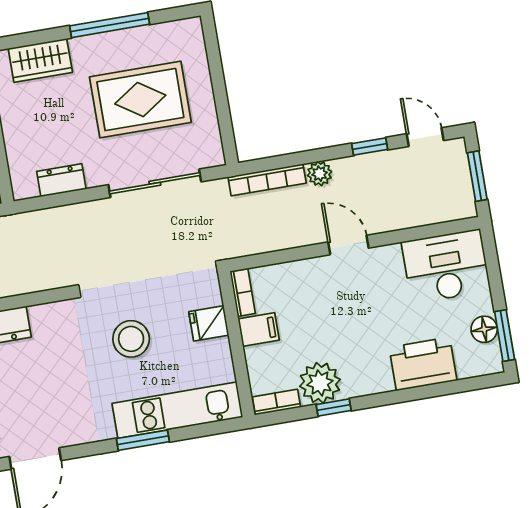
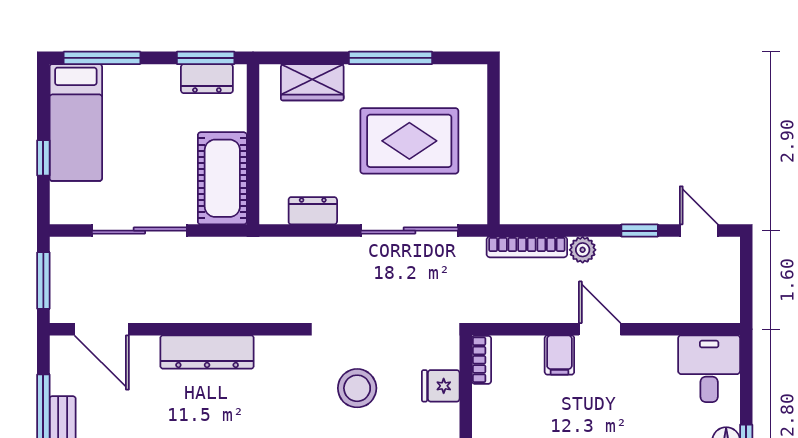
window: (477, 176) -> (746, 280), removed
desk: (446, 266) -> (709, 369), width x0.73
filing cabinet: (259, 329) -> (559, 355), moved, turned 90

